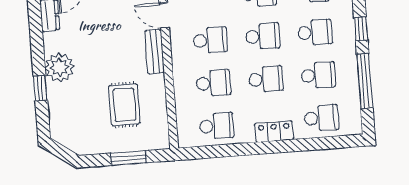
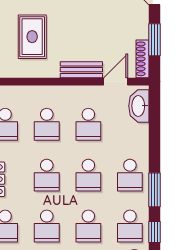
rug: (124, 105) -> (32, 37), turned 90

